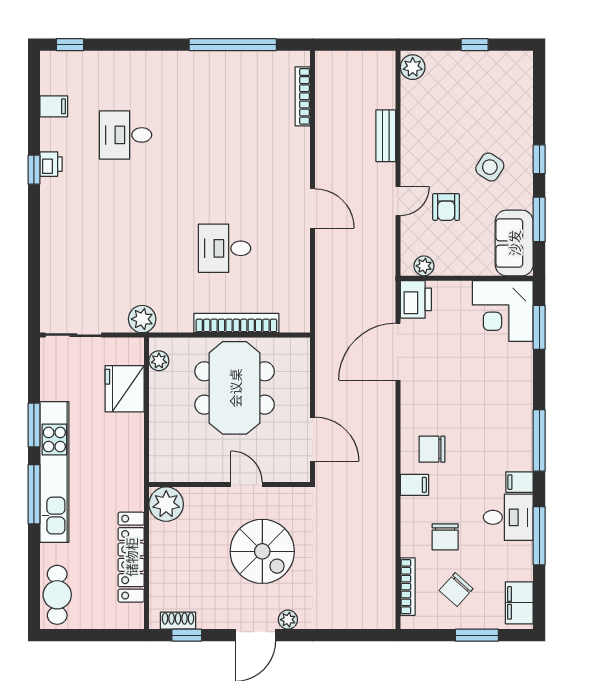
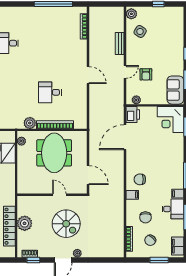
side table: (490, 167) -> (140, 31), moved
plant: (142, 319) -> (30, 123), moved
plant: (166, 504) -> (25, 223), moved

